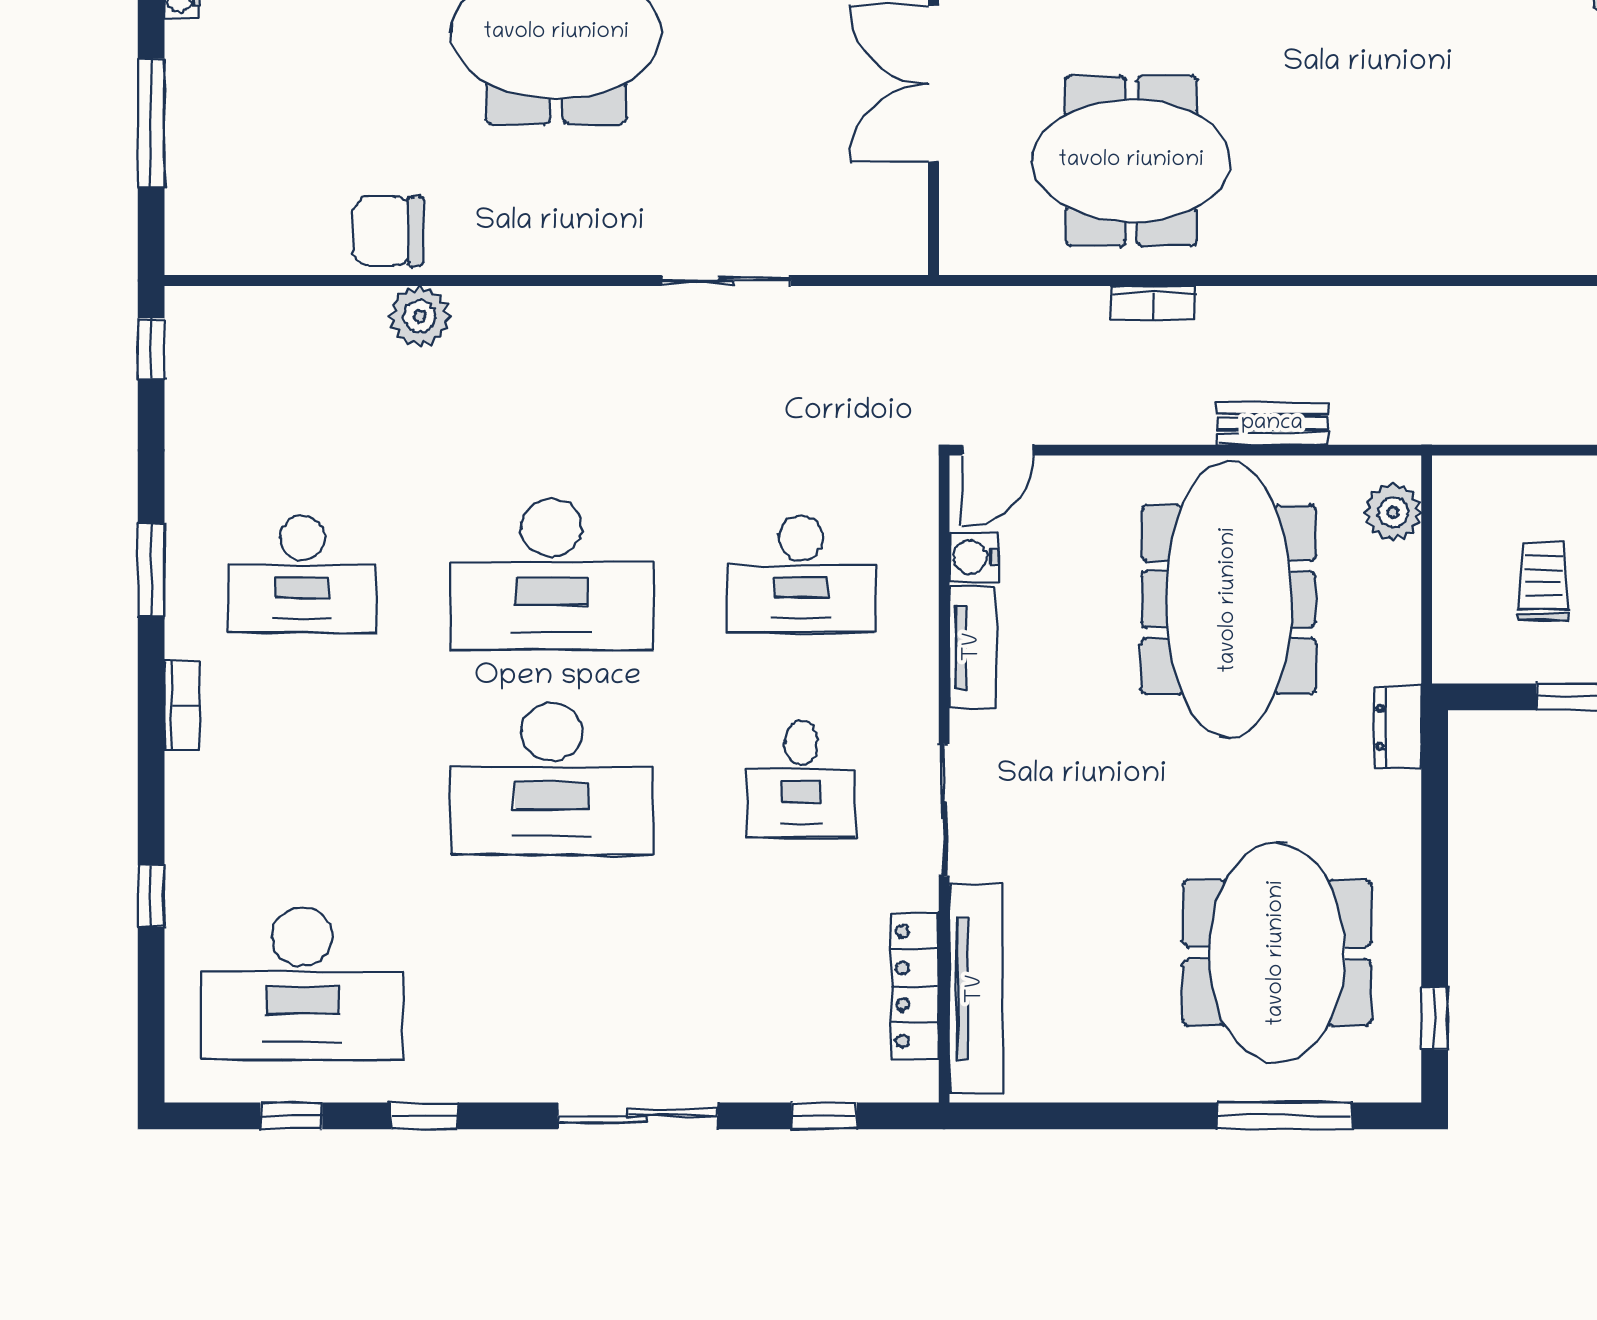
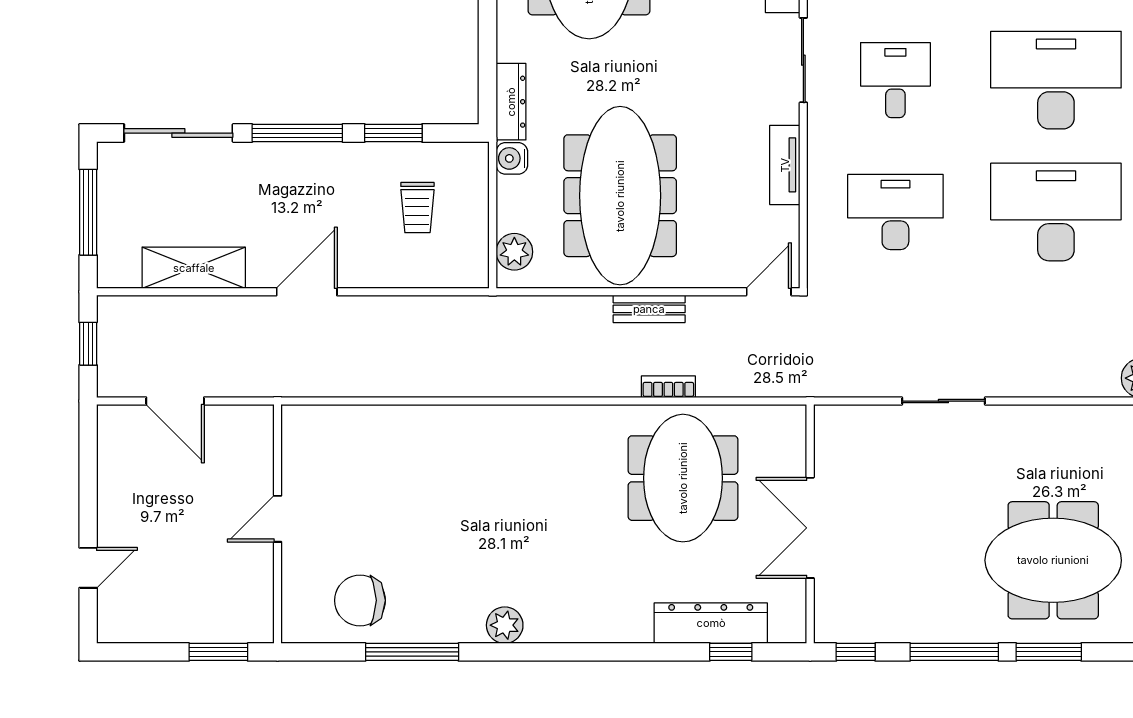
double door: (933, 83) -> (810, 528), swing flipped
meeting table: (1131, 161) -> (683, 478), turned 90
bench: (1272, 424) -> (649, 309), moved
water cooler: (974, 557) -> (512, 158), moved, turned 180
dresser: (1398, 727) -> (511, 102), width x1.44

